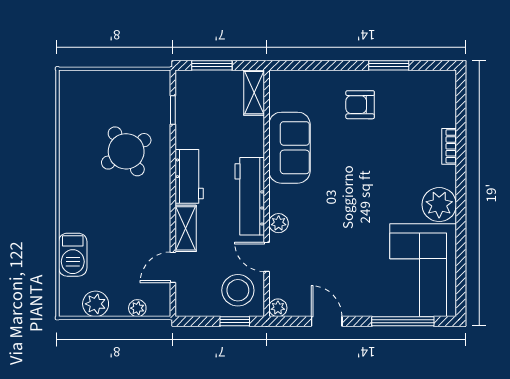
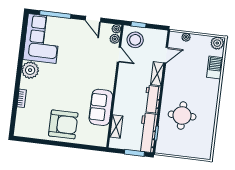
window: (389, 65) -> (47, 142), removed
shelving: (254, 93) -> (116, 126), moved
armchair: (360, 105) -> (63, 124), width x1.88, depth x1.88
round table: (126, 151) -> (182, 116), turned 32
workbench: (250, 196) -> (148, 133), moved, turned 180
plant: (279, 223) -> (115, 39), moved
plant: (96, 304) -> (217, 43), moved

